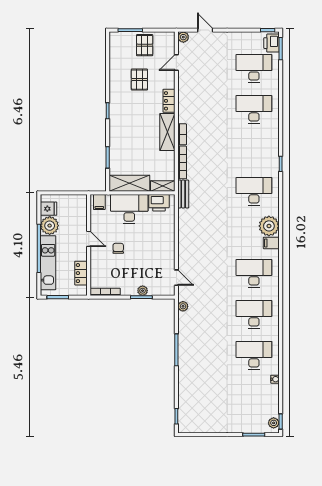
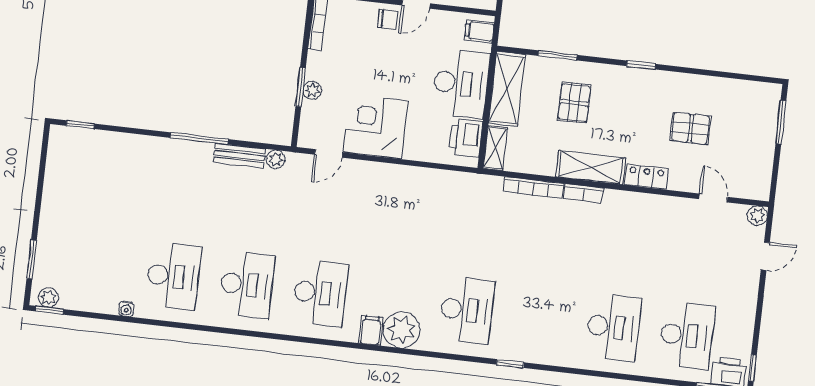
pallet: (145, 45) -> (574, 103), moved, turned 90
bench: (183, 194) -> (239, 156), moved
chair: (118, 248) -> (388, 19), moved
corner desk: (158, 253) -> (376, 127), added

